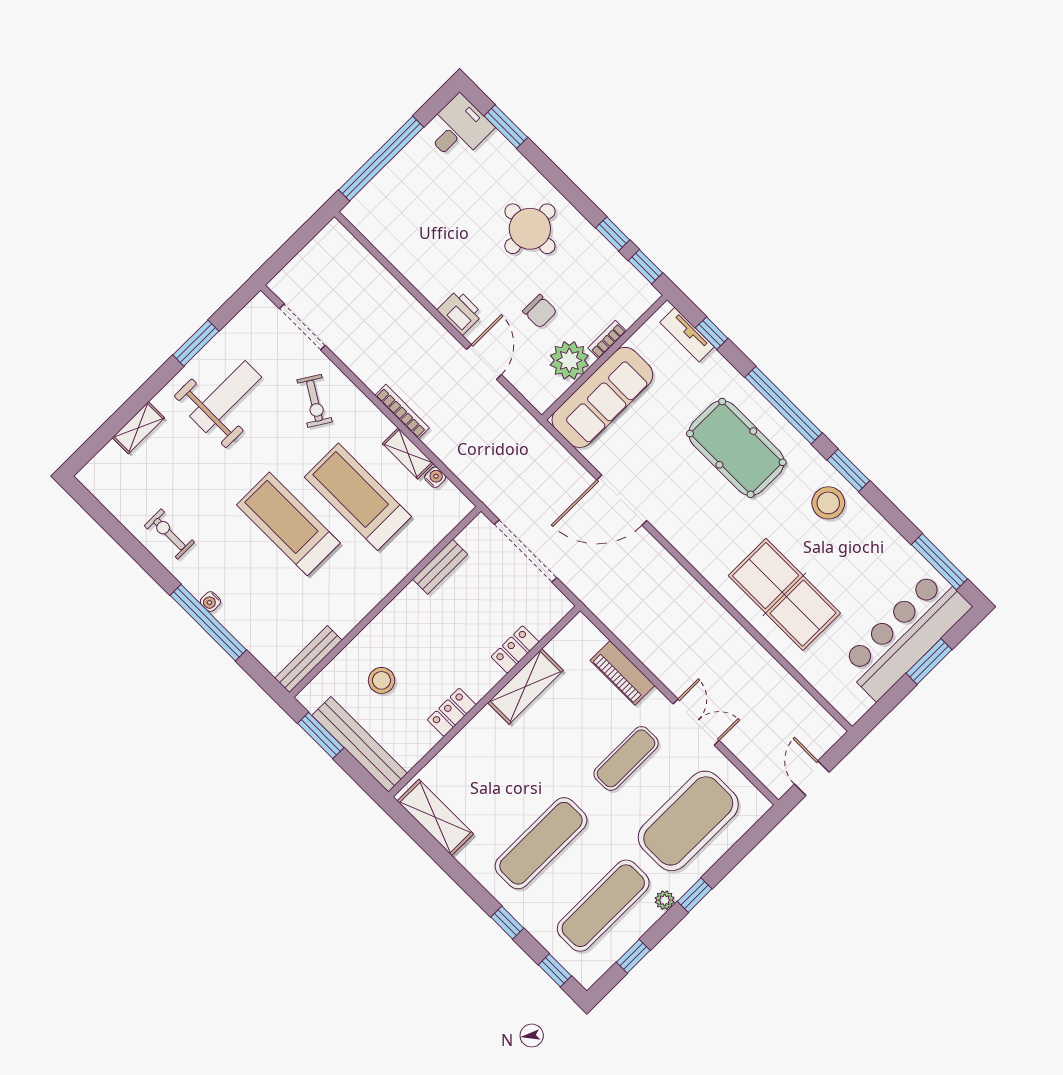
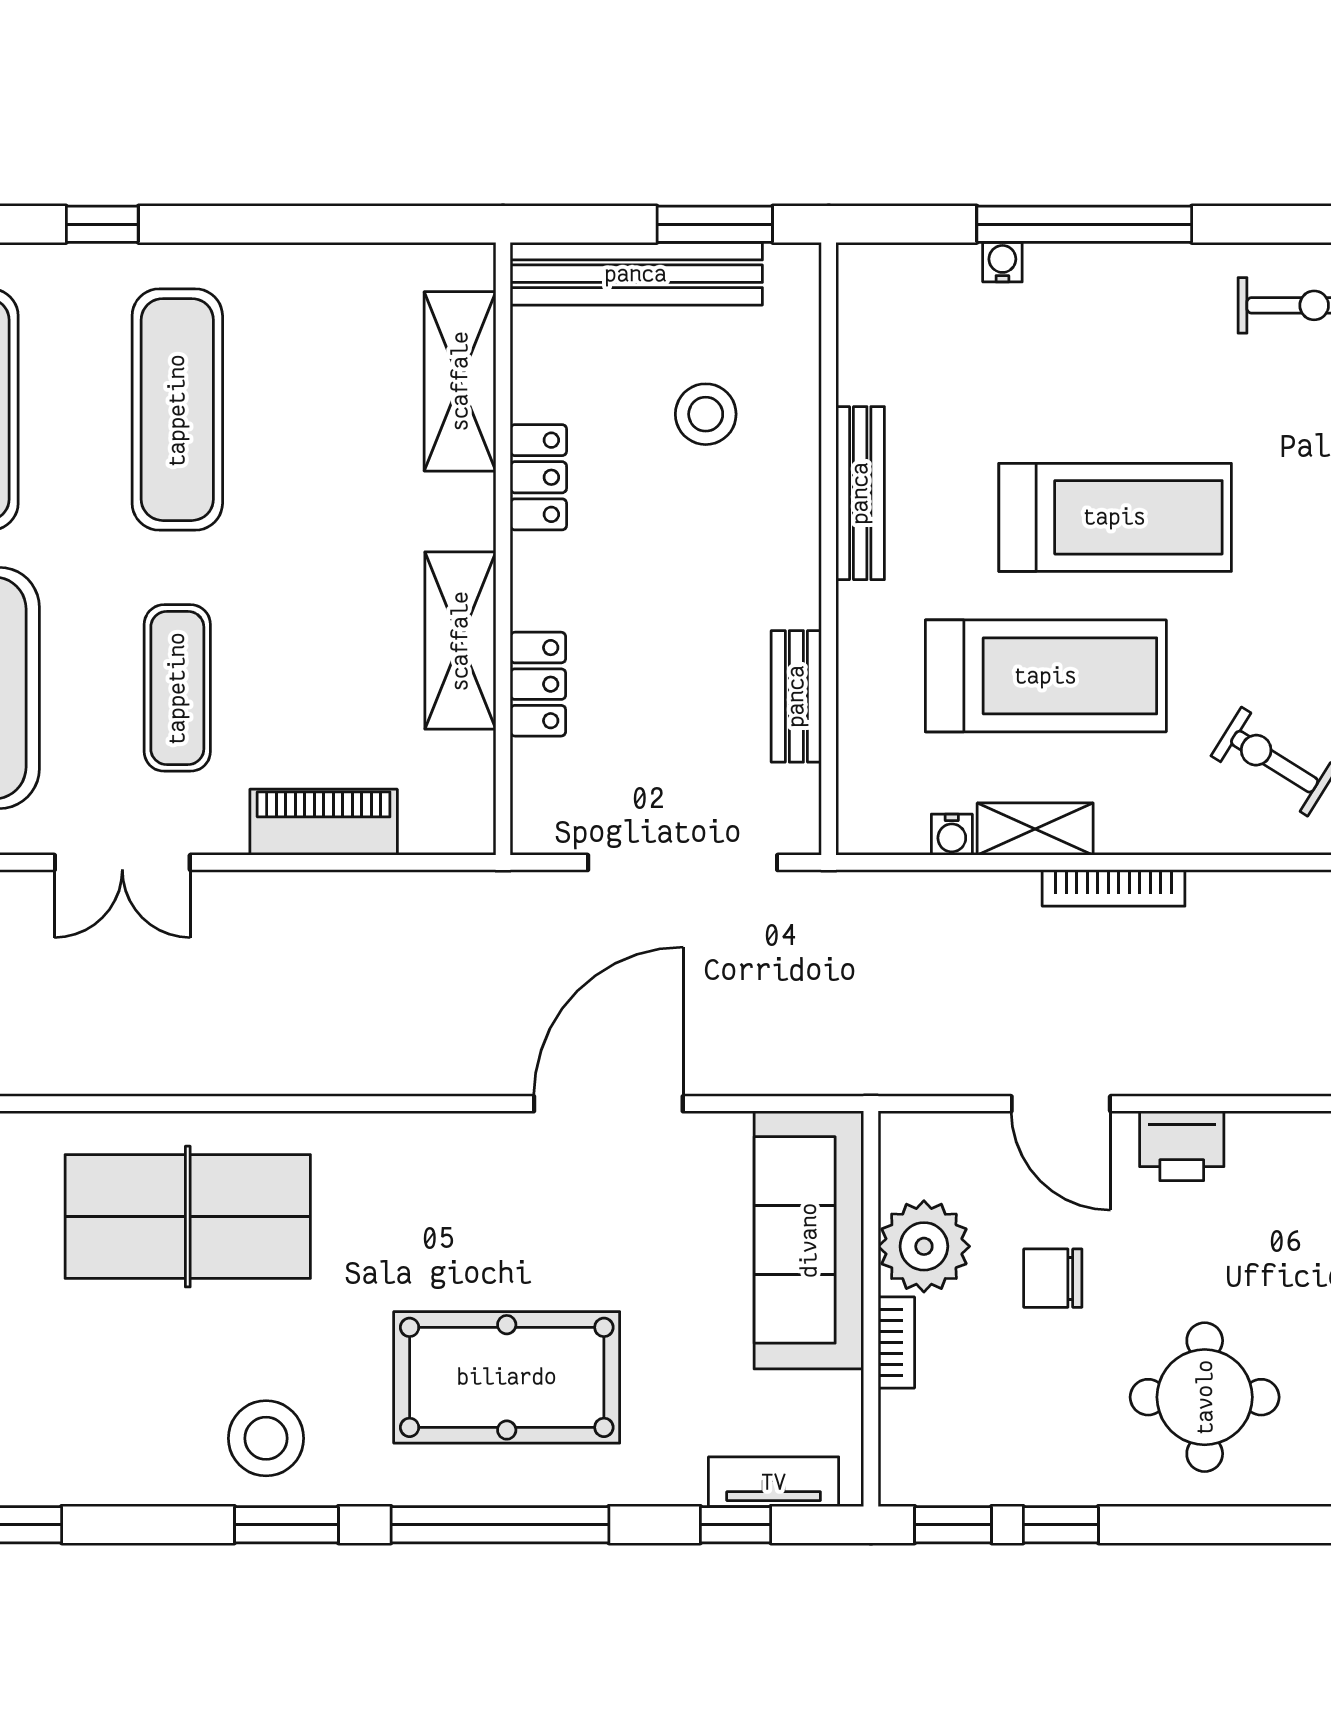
water cooler: (210, 602) -> (1002, 262), moved
bench: (308, 659) -> (860, 493), moved
shelving: (435, 817) -> (460, 381), moved, turned 90

